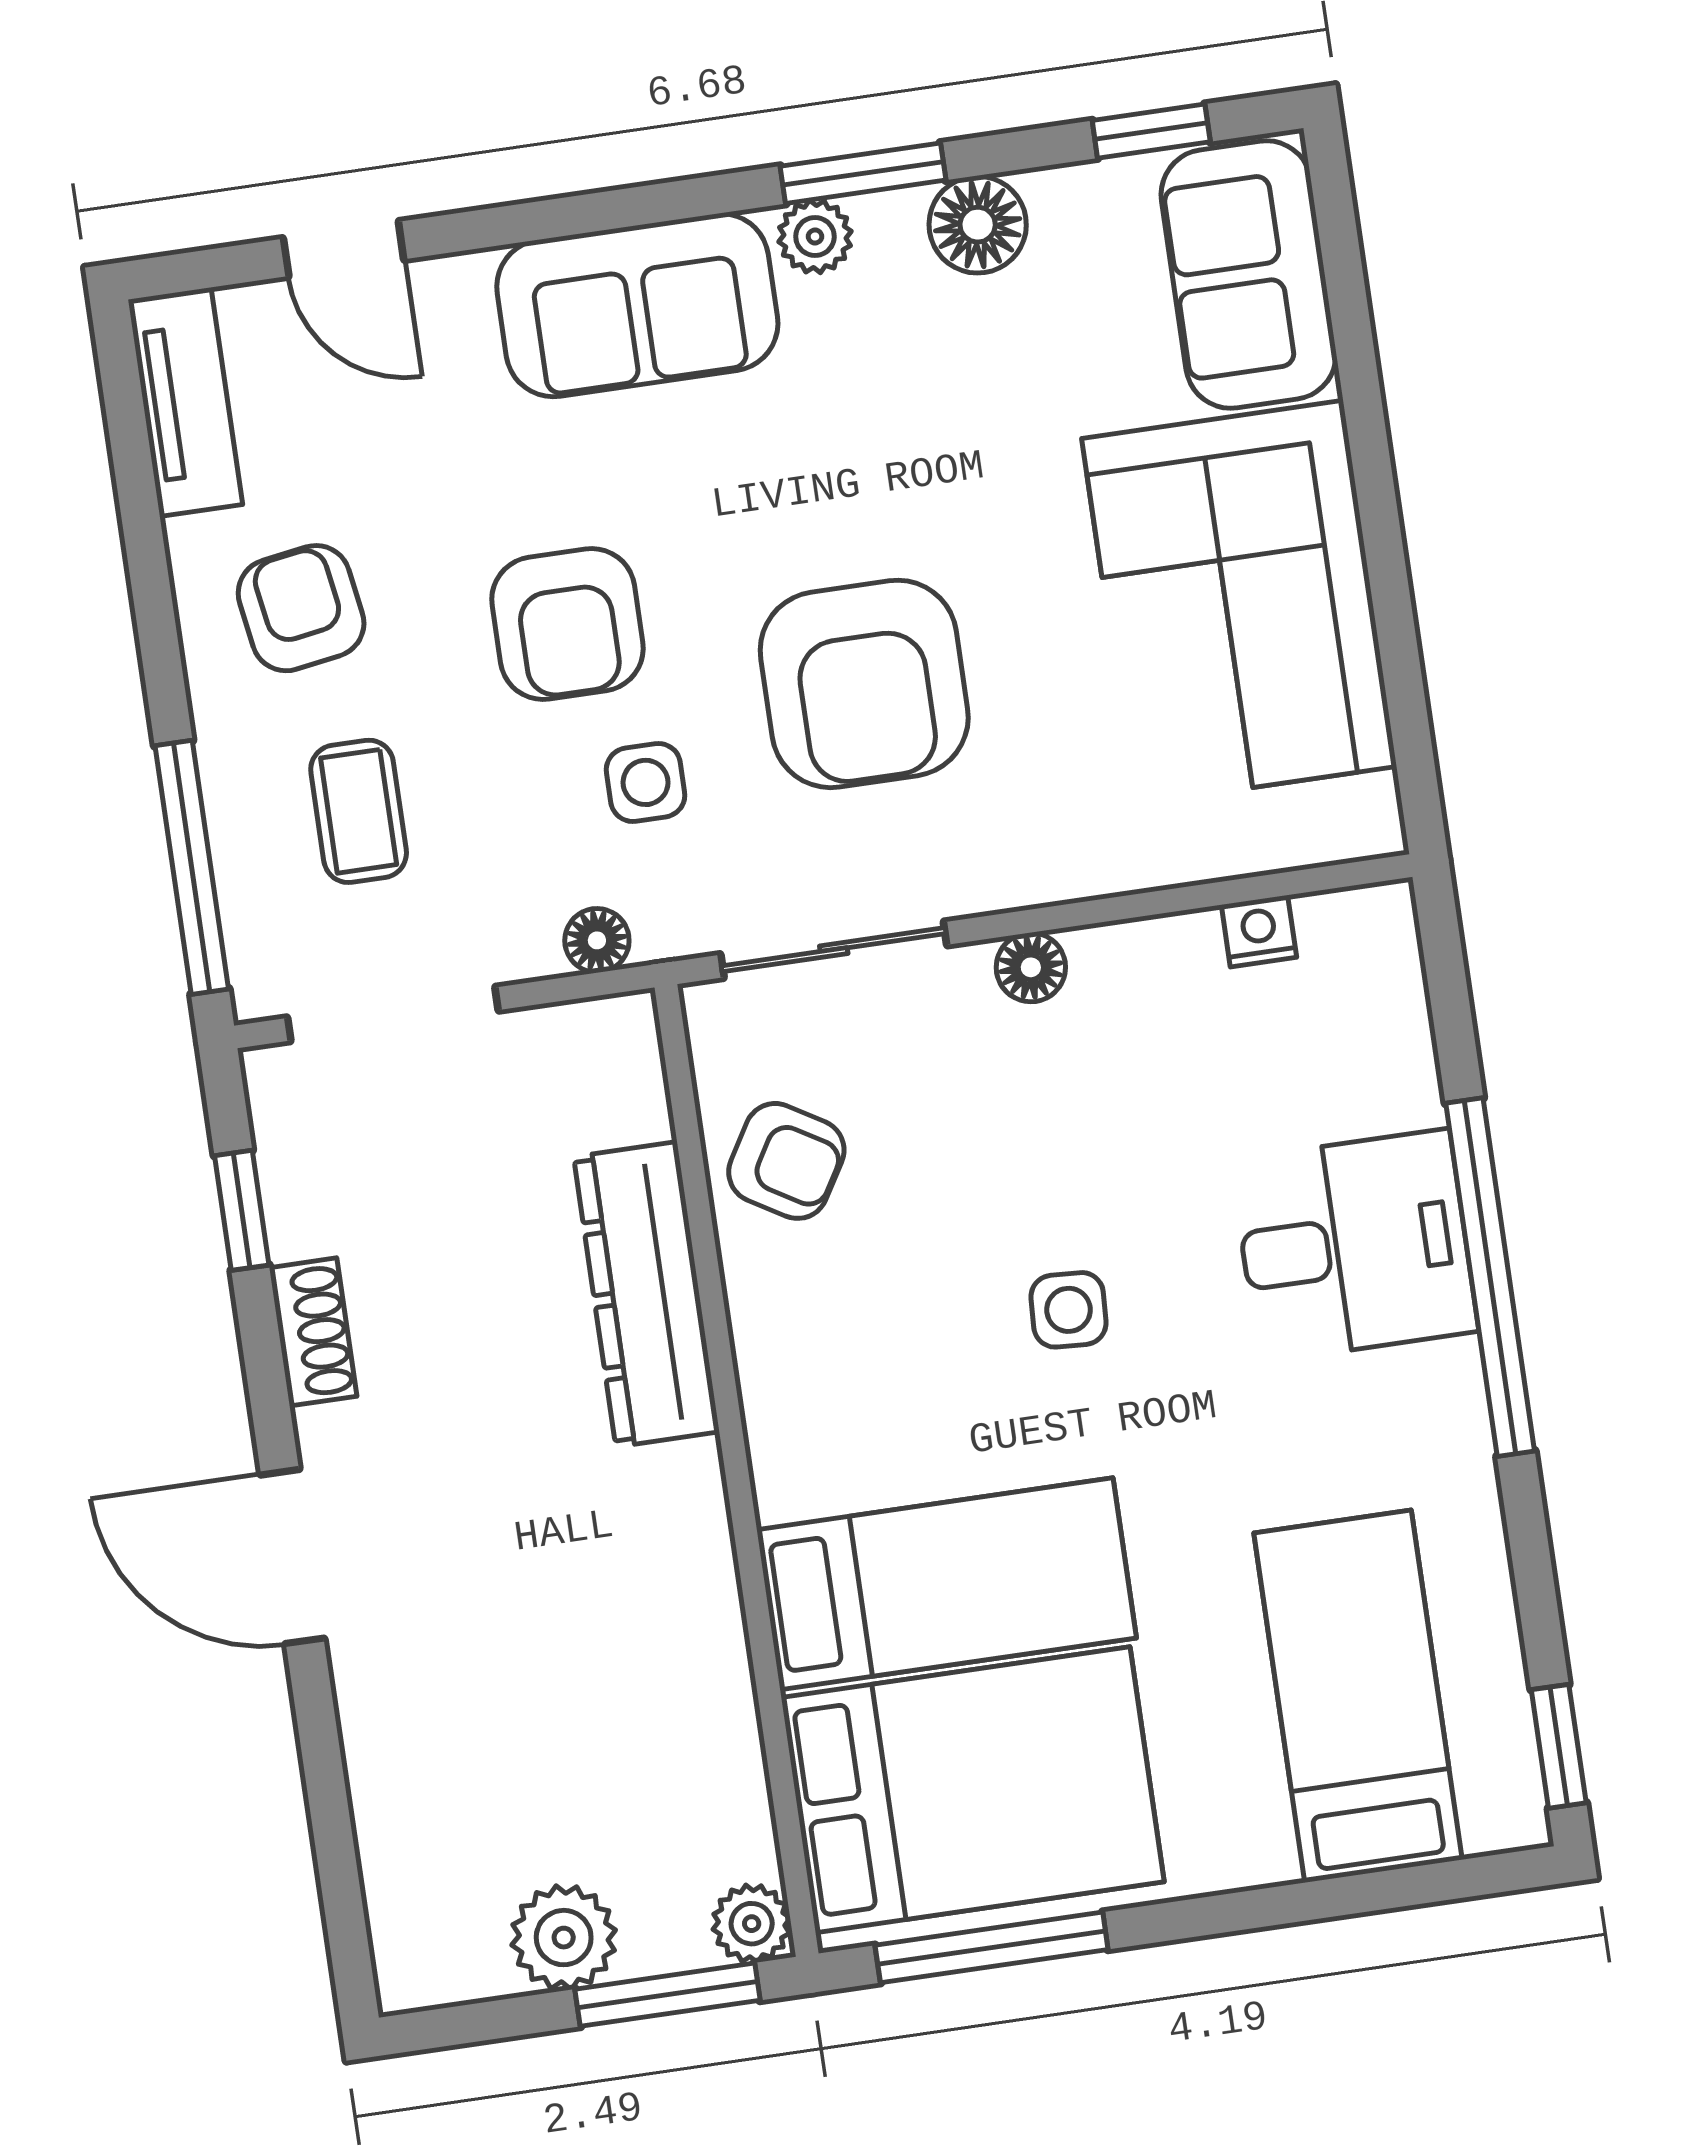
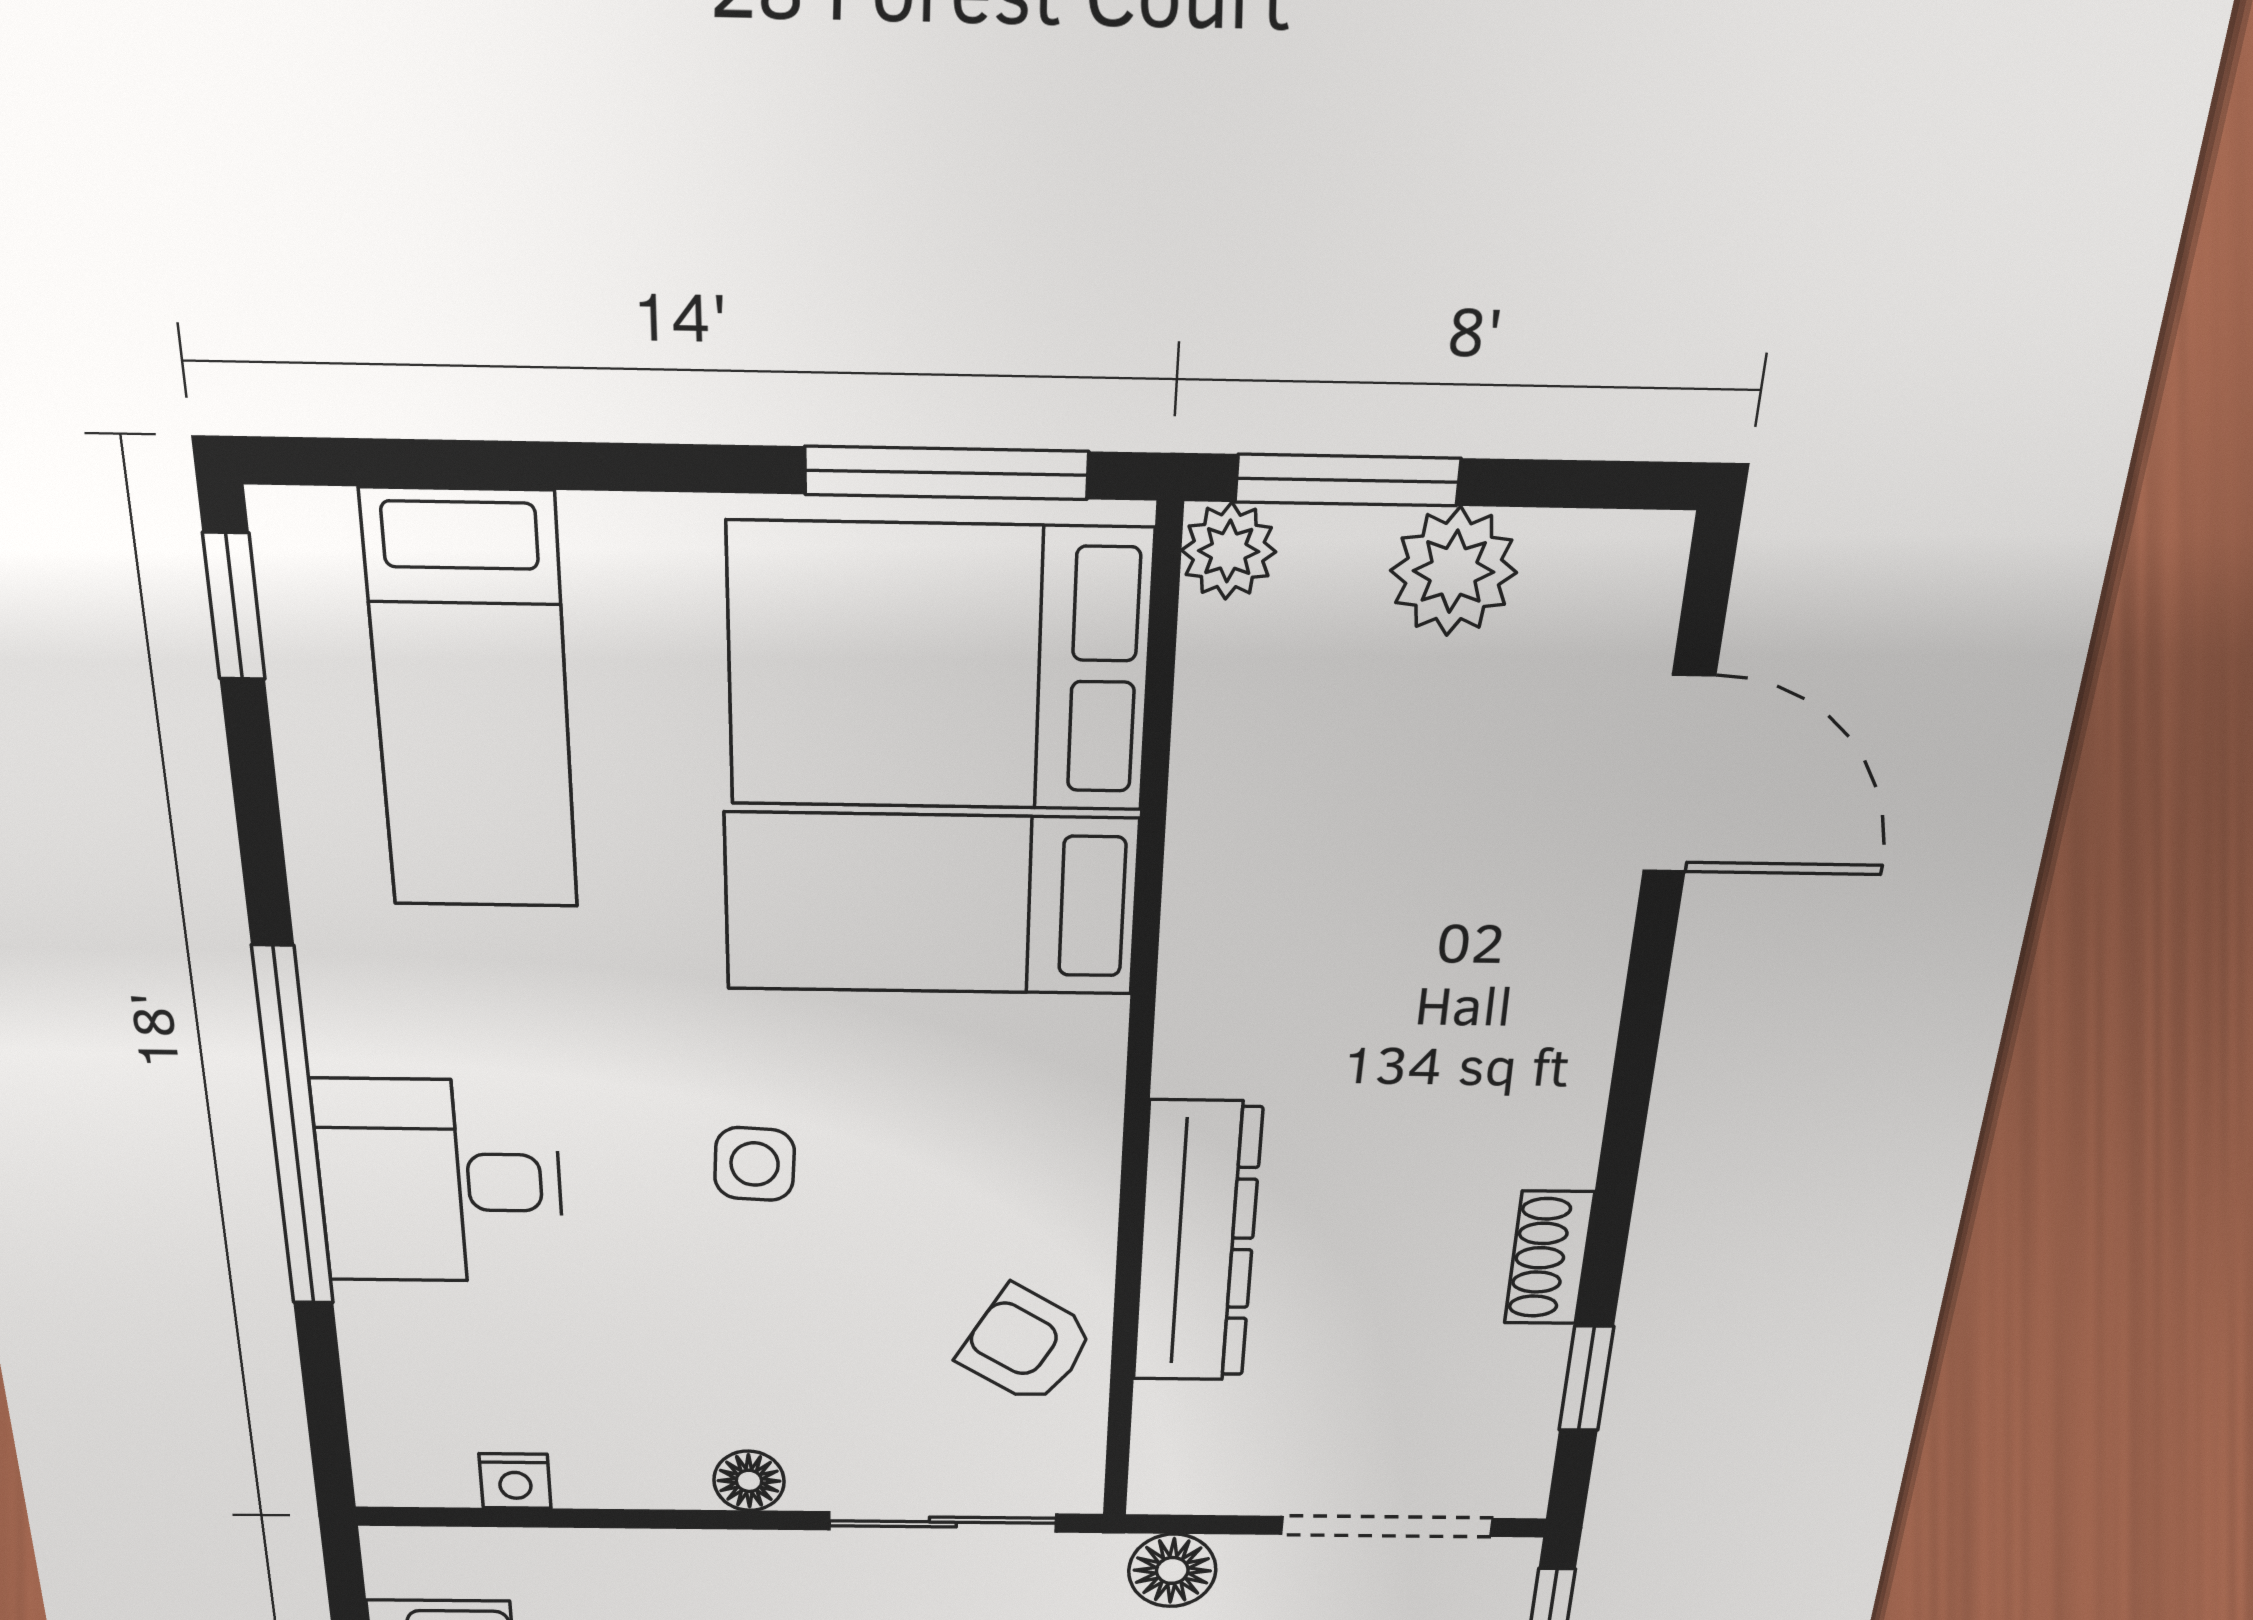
floor lamp: (597, 940) -> (1172, 1570), width x1.37, depth x1.37
door: (292, 1557) -> (1679, 775), moved

